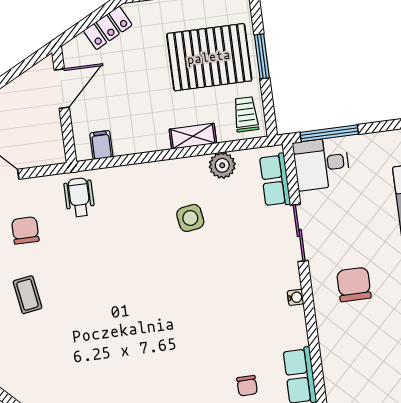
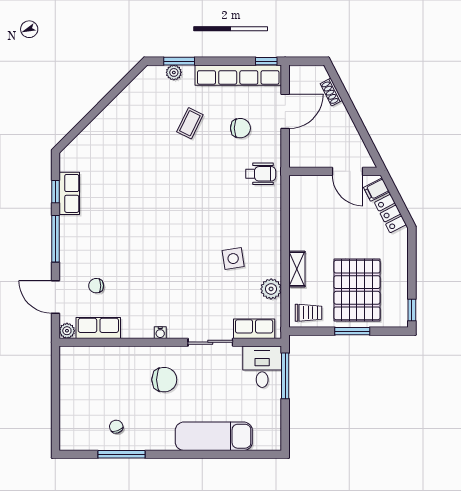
filing cabinet: (101, 145) -> (376, 190), moved, turned 153
coffee table: (27, 295) -> (190, 123), turned -55

